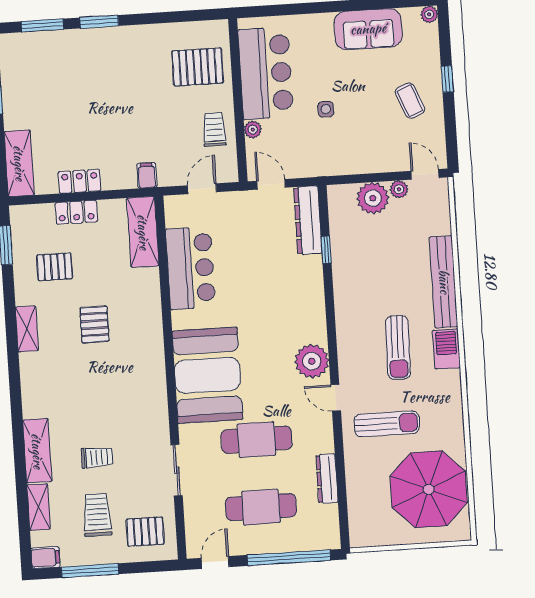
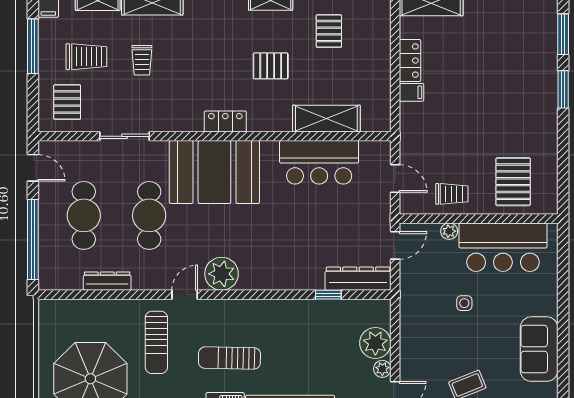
filing cabinet: (147, 175) -> (411, 92), moved
locker: (76, 212) -> (225, 121), moved, turned 90
shelving: (143, 232) -> (326, 119), moved

